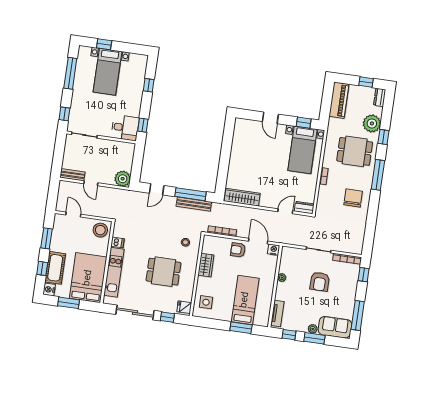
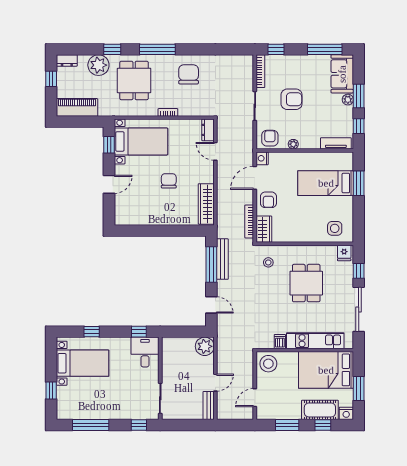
bed with nightstands: (107, 72) -> (83, 363), moved
chair: (266, 168) -> (169, 181), added
chair: (353, 198) -> (189, 74), turned 90
armchair: (290, 259) -> (270, 138), added
wardrobe: (206, 265) -> (264, 229), moved, turned 90

